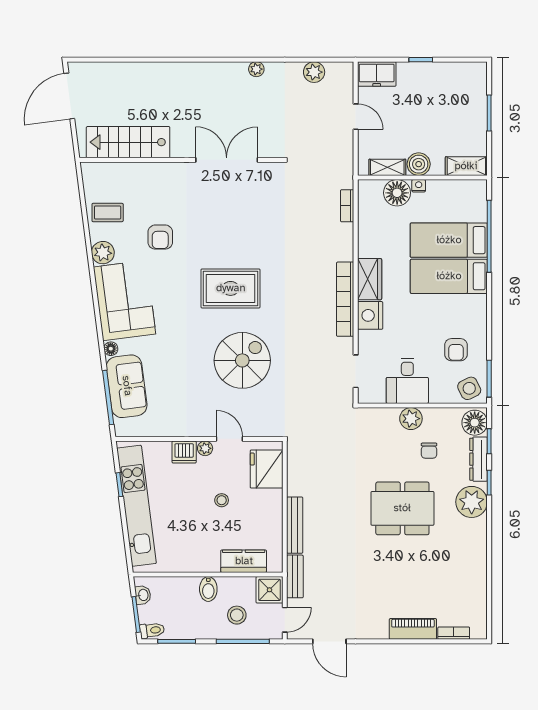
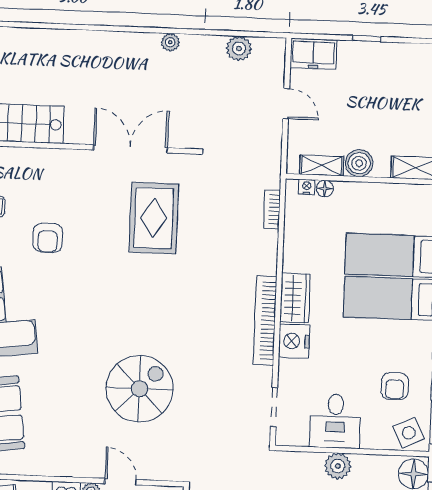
nightstand: (419, 186) -> (307, 187), moved
floor lamp: (397, 193) -> (325, 189), width x0.53, depth x0.53
rug: (231, 288) -> (154, 218), moved, turned 90

